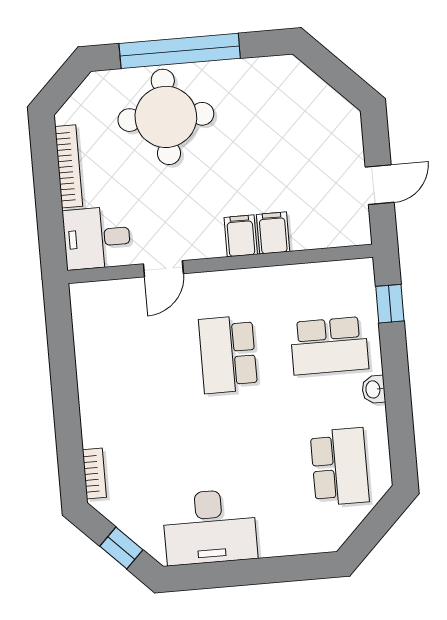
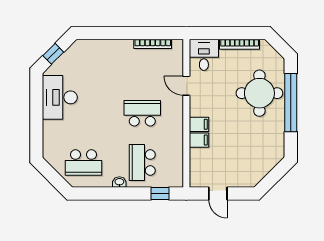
bookcase: (94, 473) -> (153, 44), moved, width x1.56

